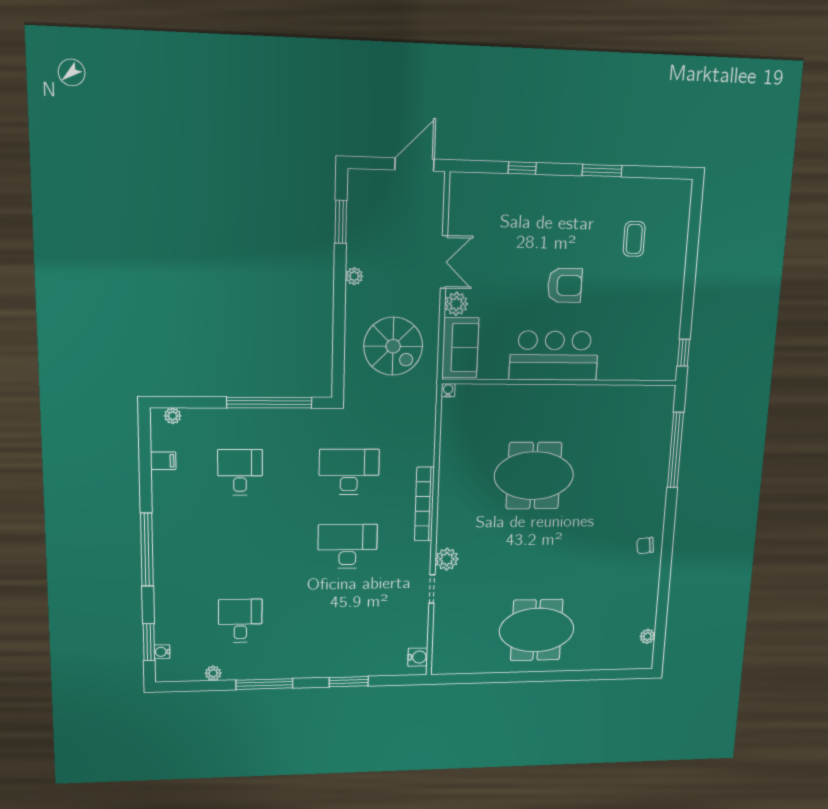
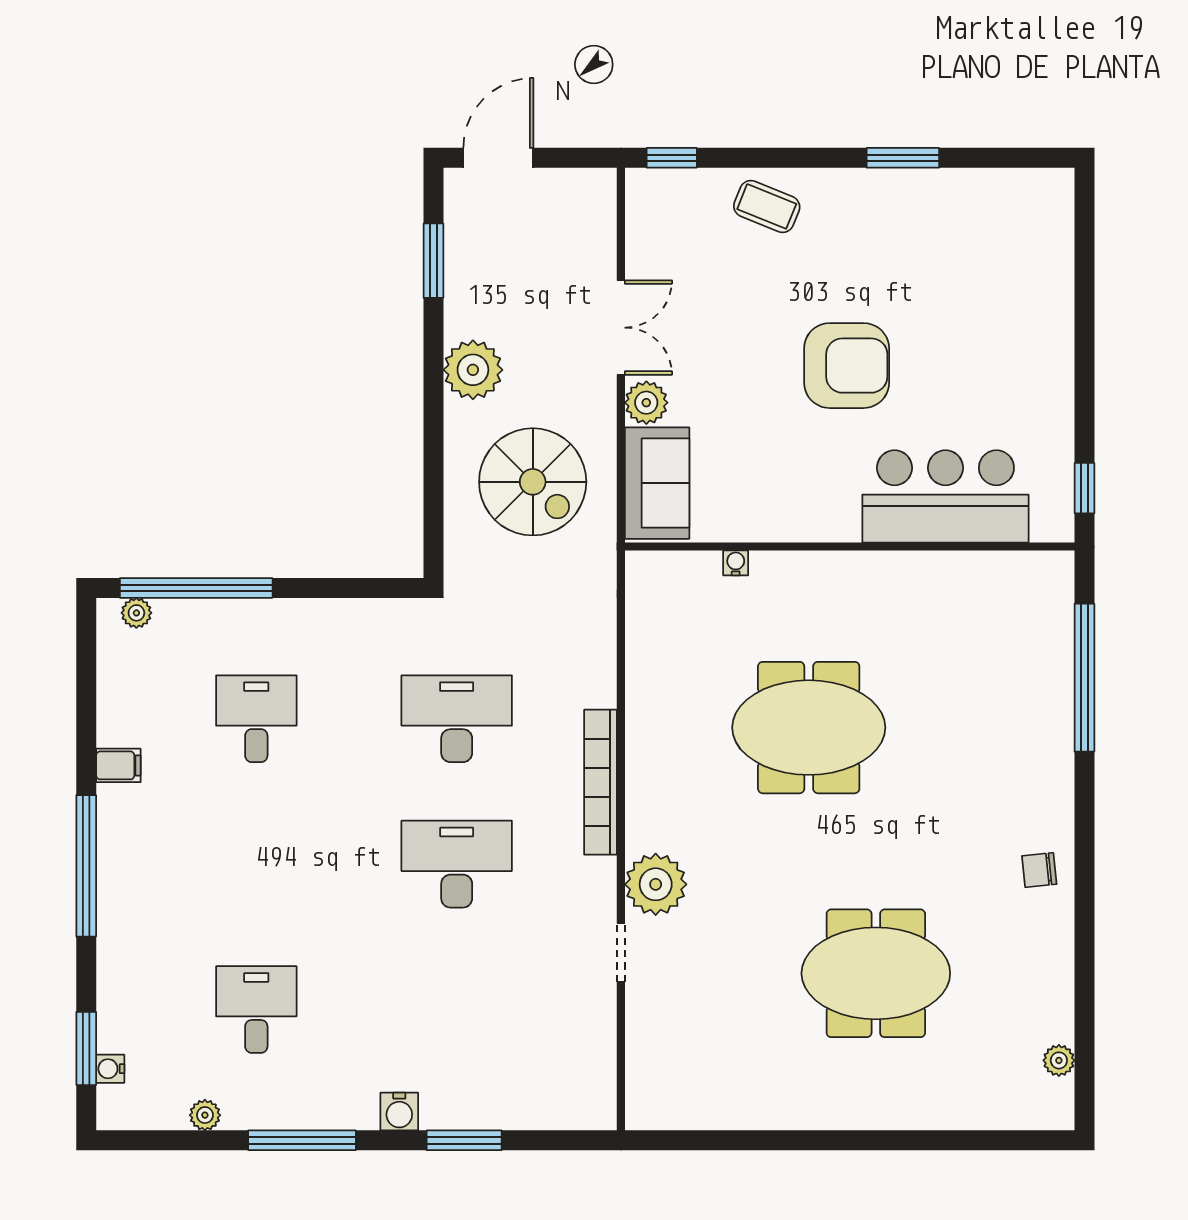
door: (414, 165) -> (498, 158), moved
window: (522, 168) -> (672, 158), moved
coffee table: (634, 239) -> (767, 206), moved, turned -68
plant: (354, 276) -> (473, 370), width x1.87, depth x1.87
armchair: (565, 285) -> (847, 366), width x1.36, depth x1.36
bar counter: (554, 356) -> (945, 496), moved
water cooler: (448, 390) -> (736, 563), moved
window: (269, 403) -> (196, 588), moved
filing cabinet: (163, 461) -> (118, 765), moved
plant: (447, 559) -> (656, 884), width x1.36, depth x1.36
meeting table: (537, 630) -> (876, 973), moved
water cooler: (418, 657) -> (399, 1112), moved, turned 90

